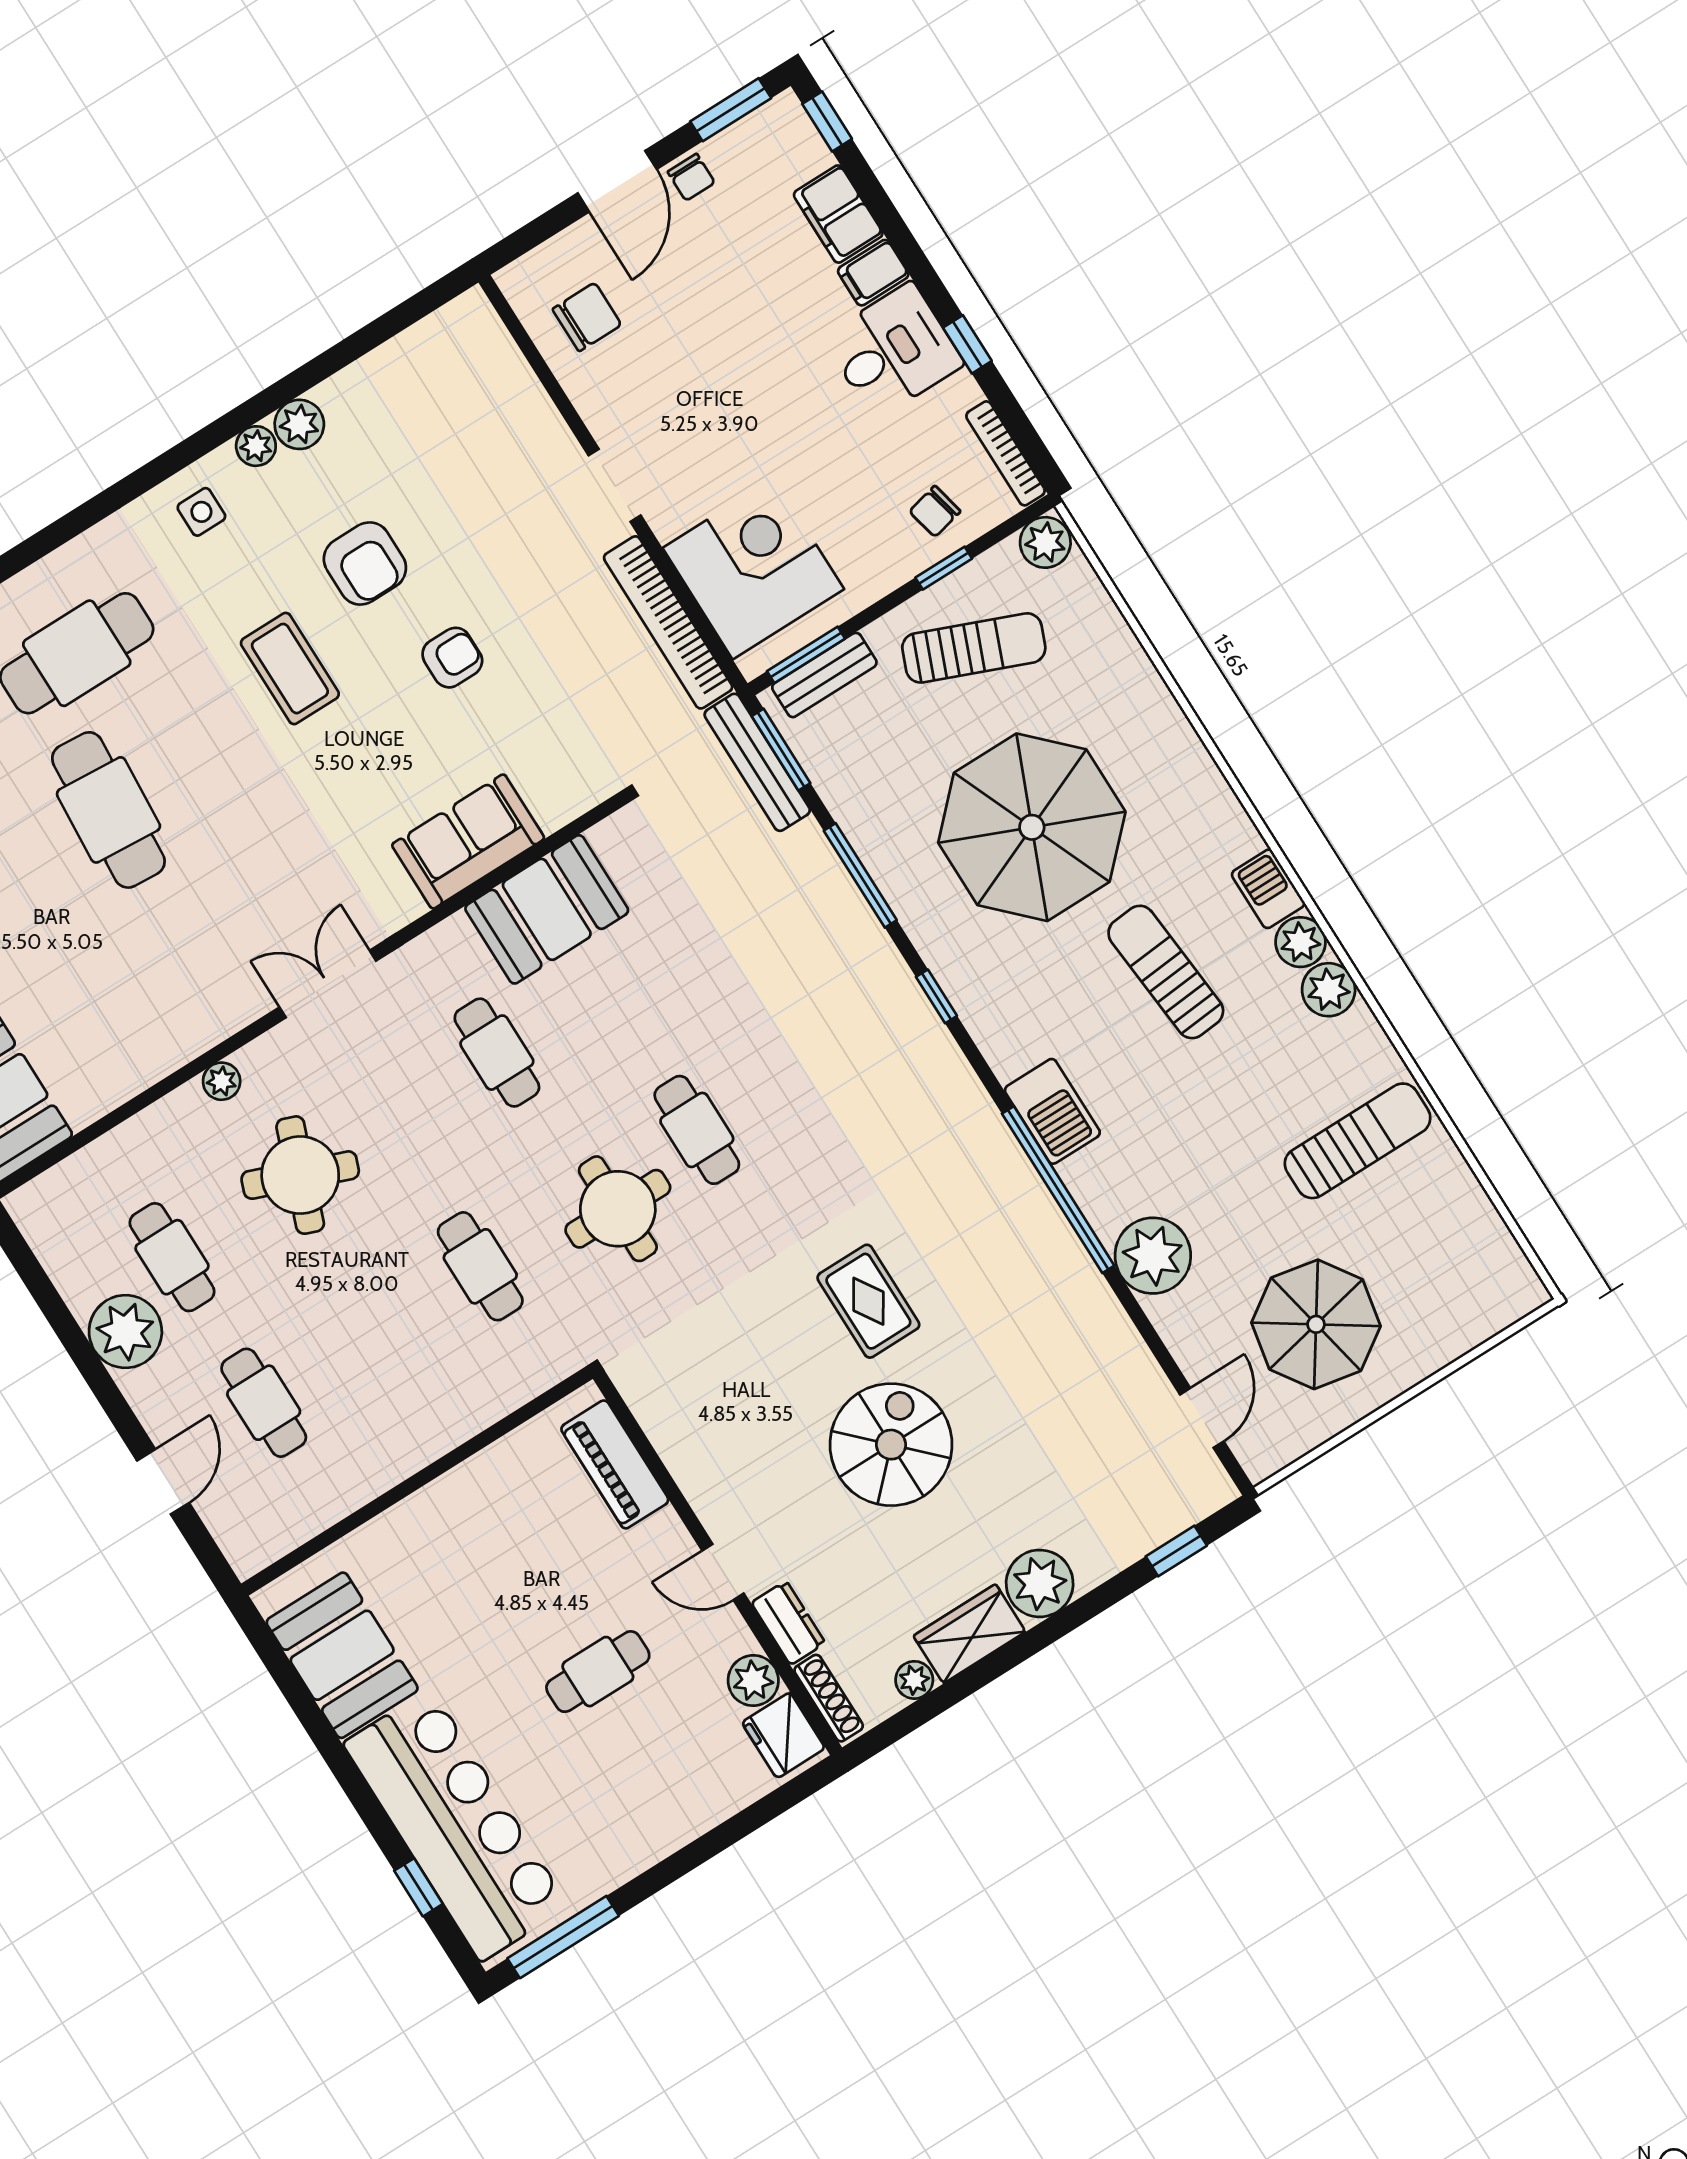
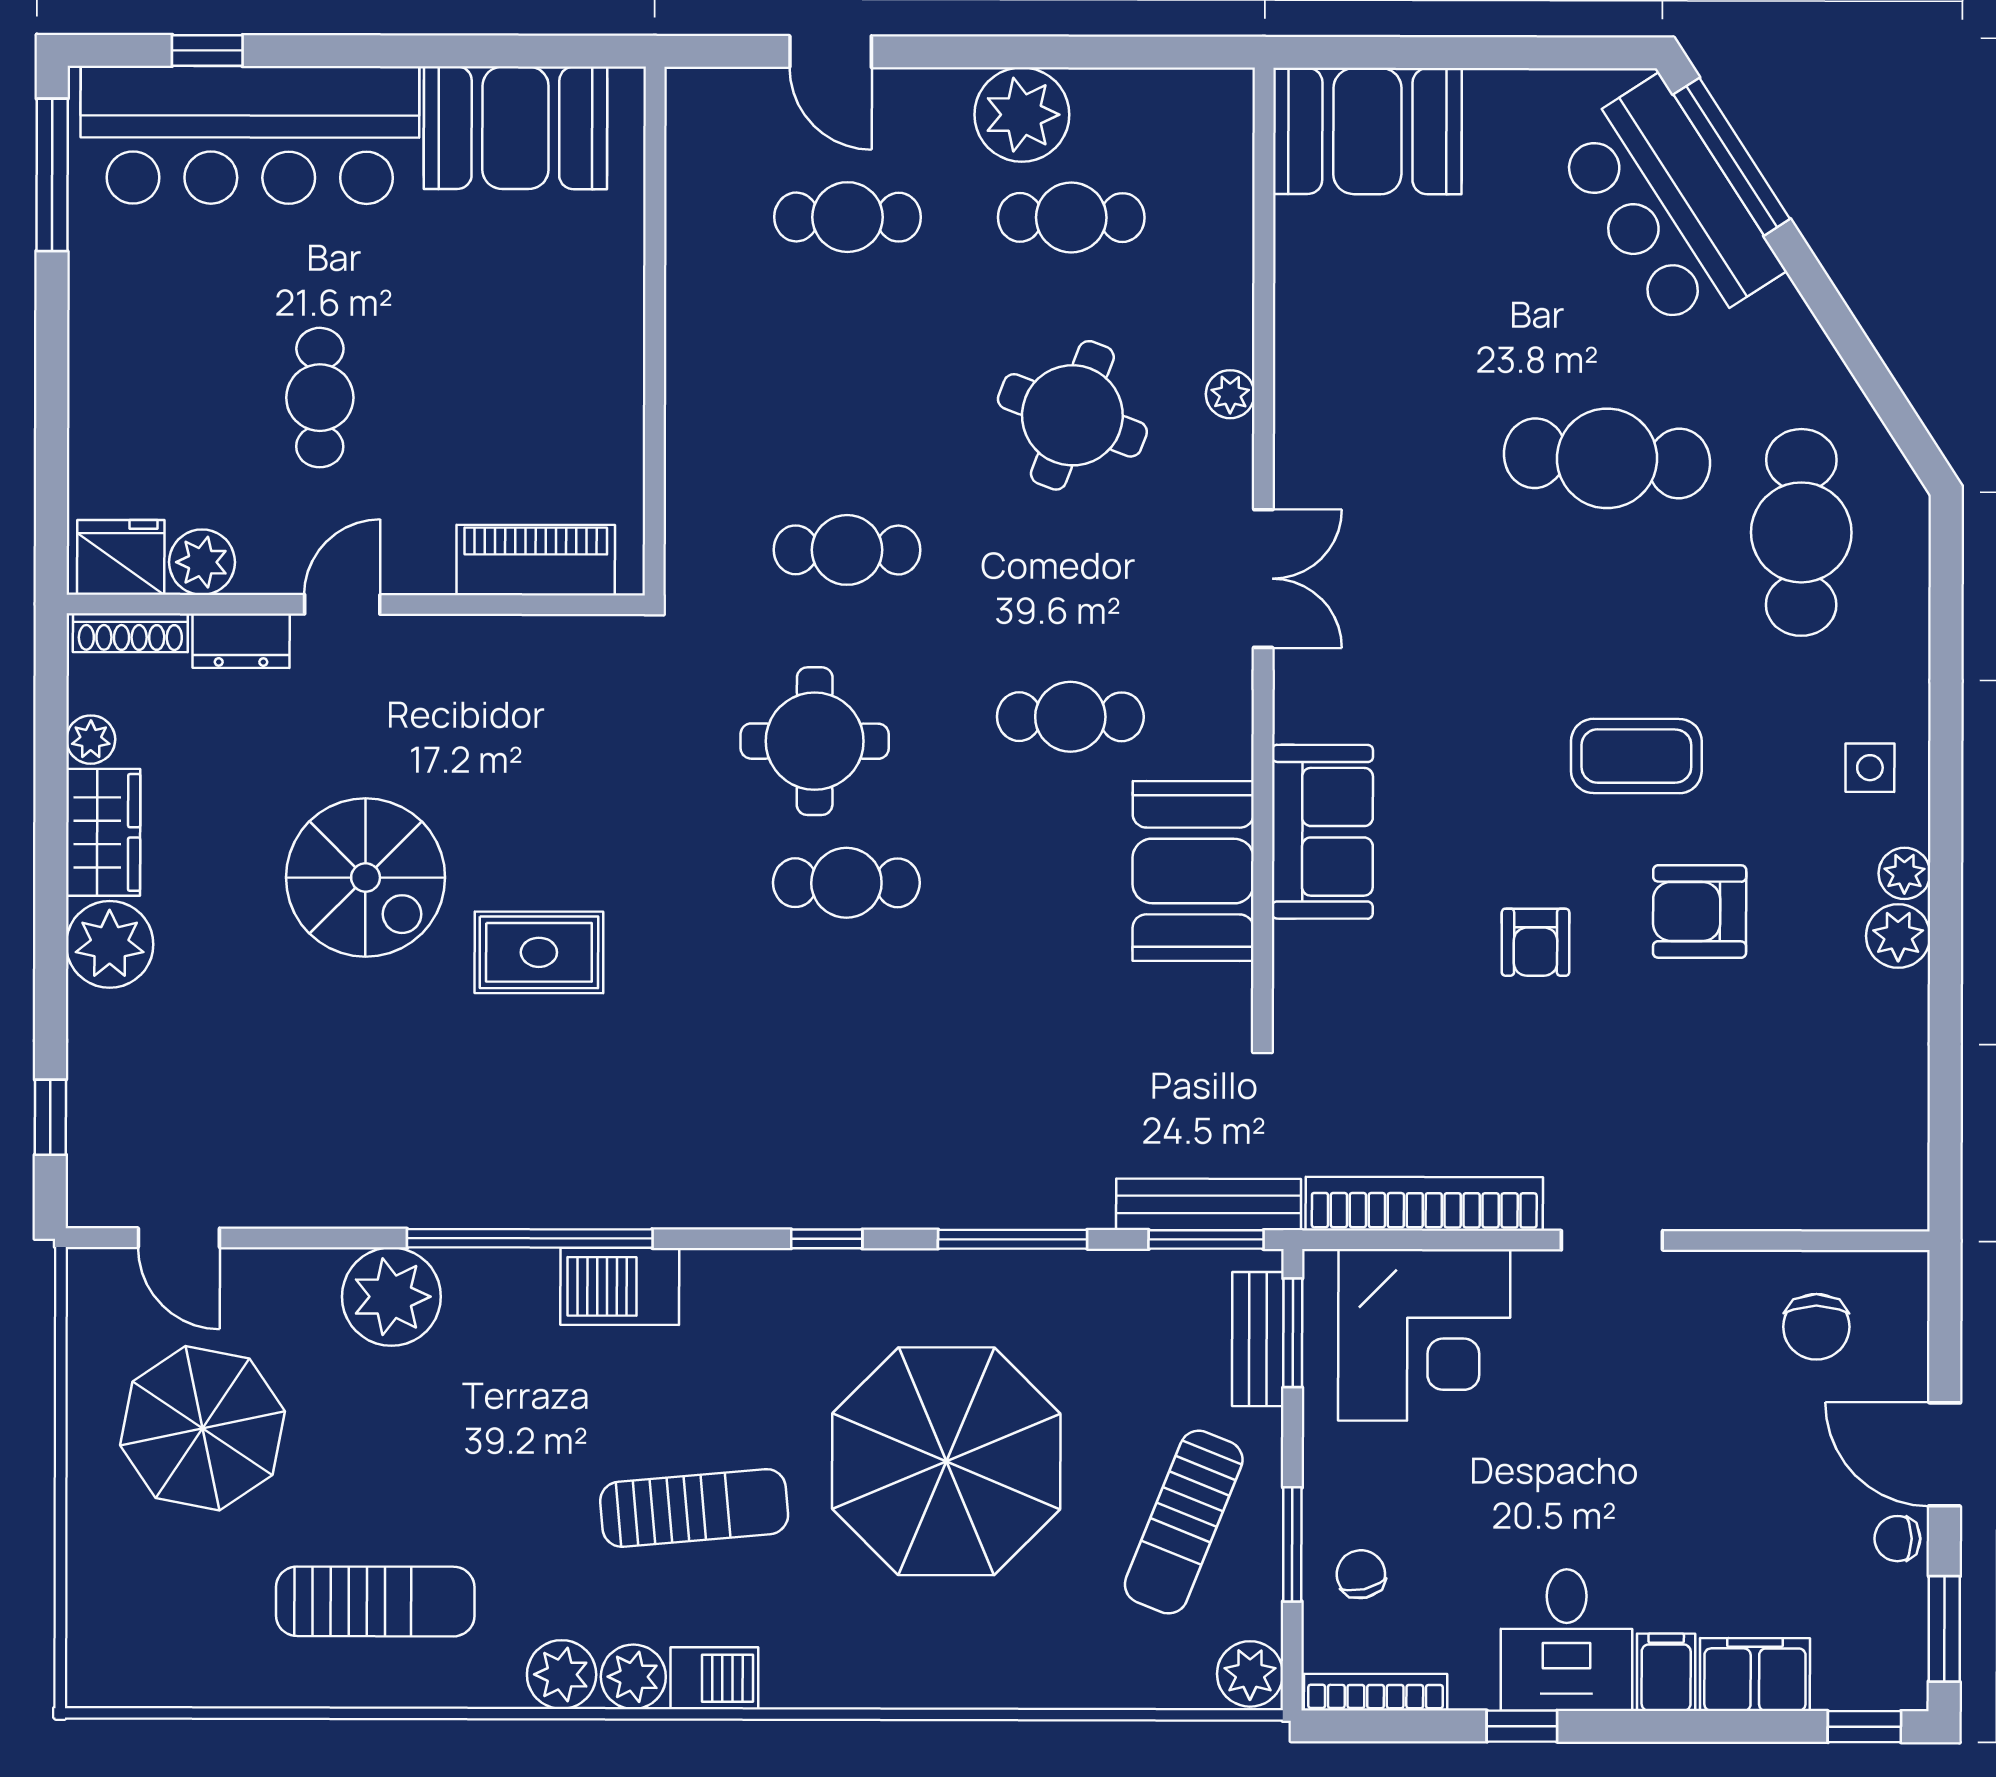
window: (944, 568) -> (1292, 1544), width x1.50
sun lounger: (1358, 1141) -> (375, 1601), turned -90

